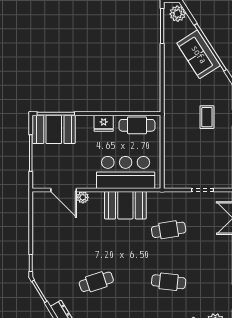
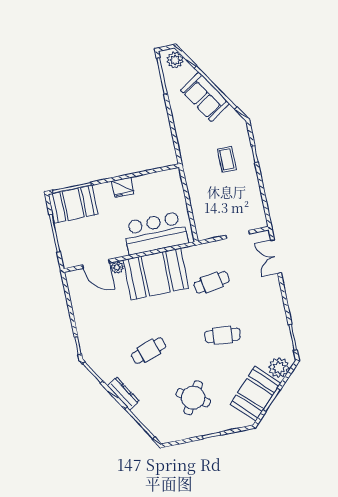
cafe table: (137, 125) -> (157, 182), removed
booth: (125, 205) -> (156, 274), width x1.36, depth x1.42

